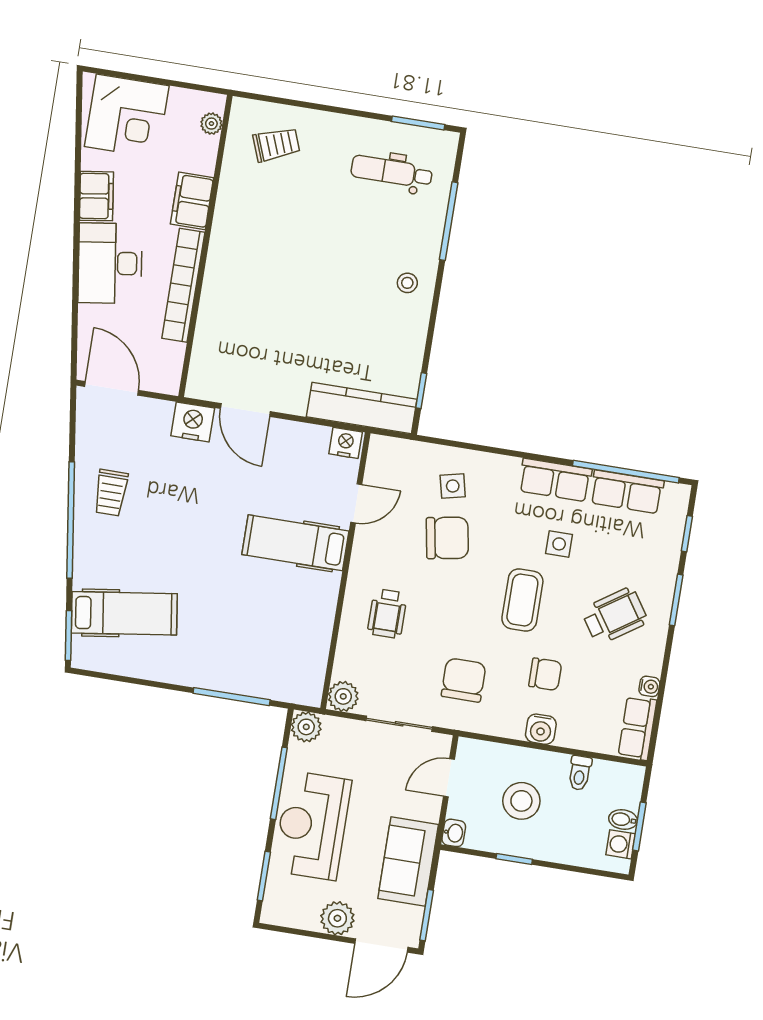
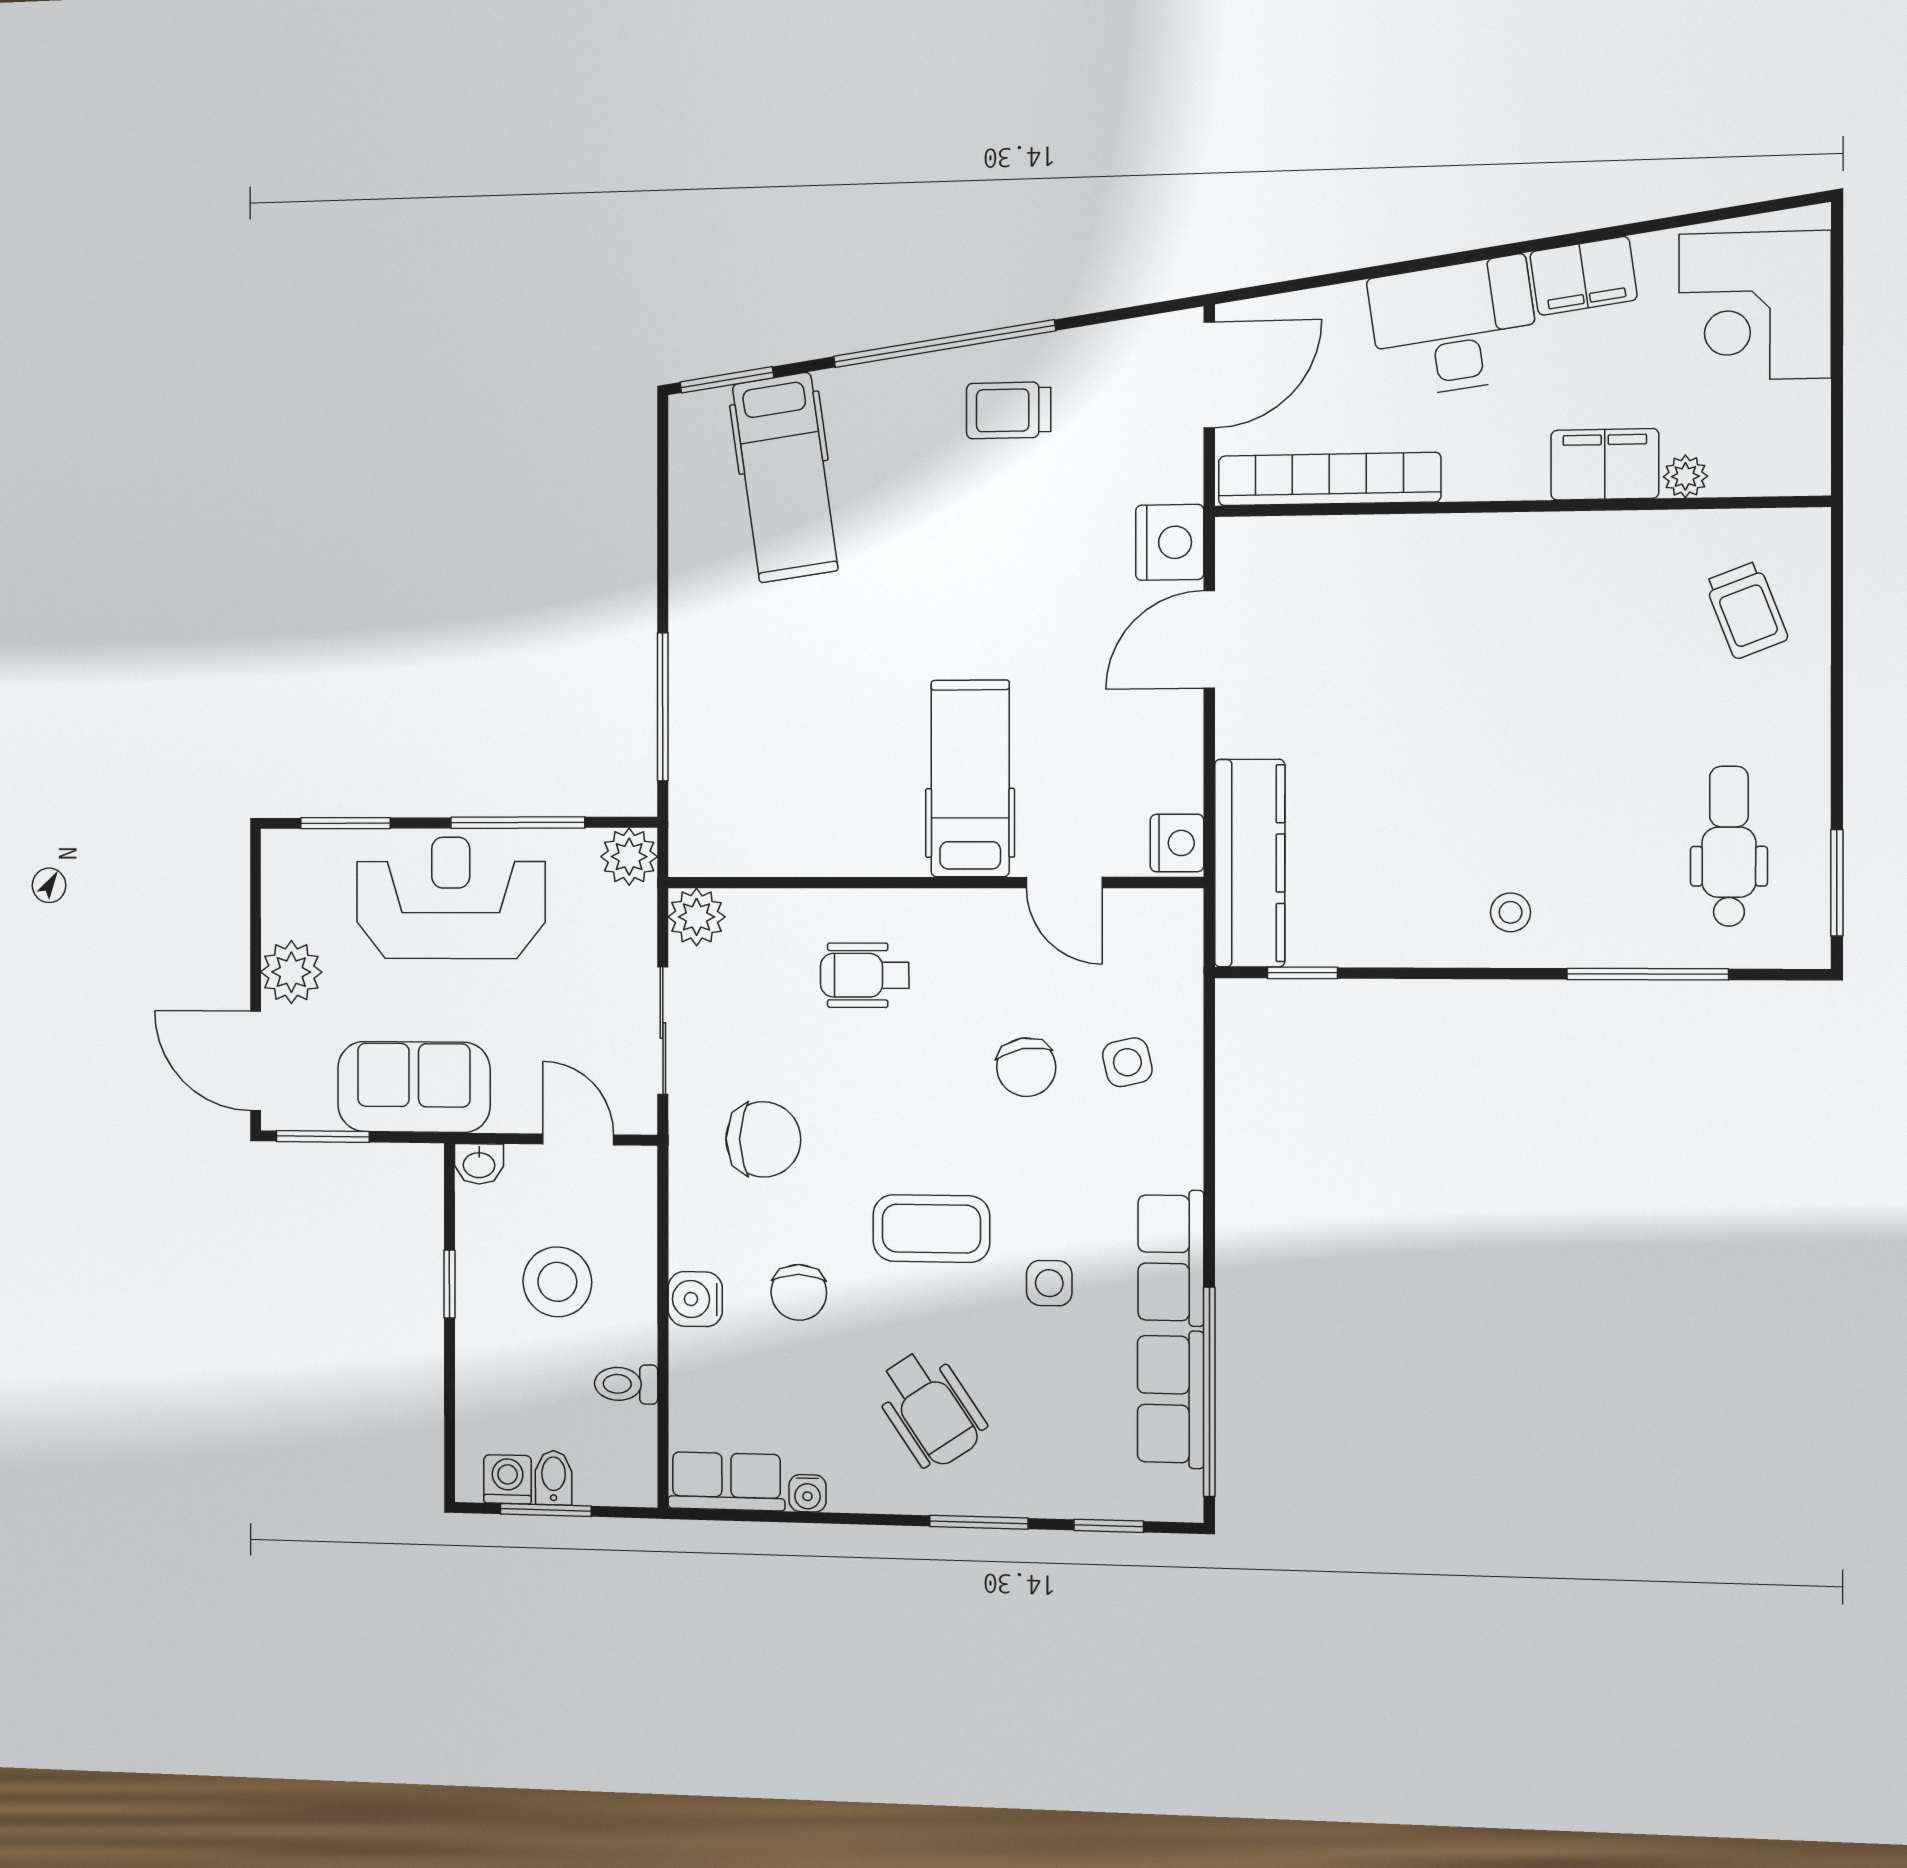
plant: (211, 124) -> (1685, 476), moved
bookcase: (183, 285) -> (1329, 479), moved
chair: (447, 538) -> (1026, 1067), width x0.73, depth x0.73

